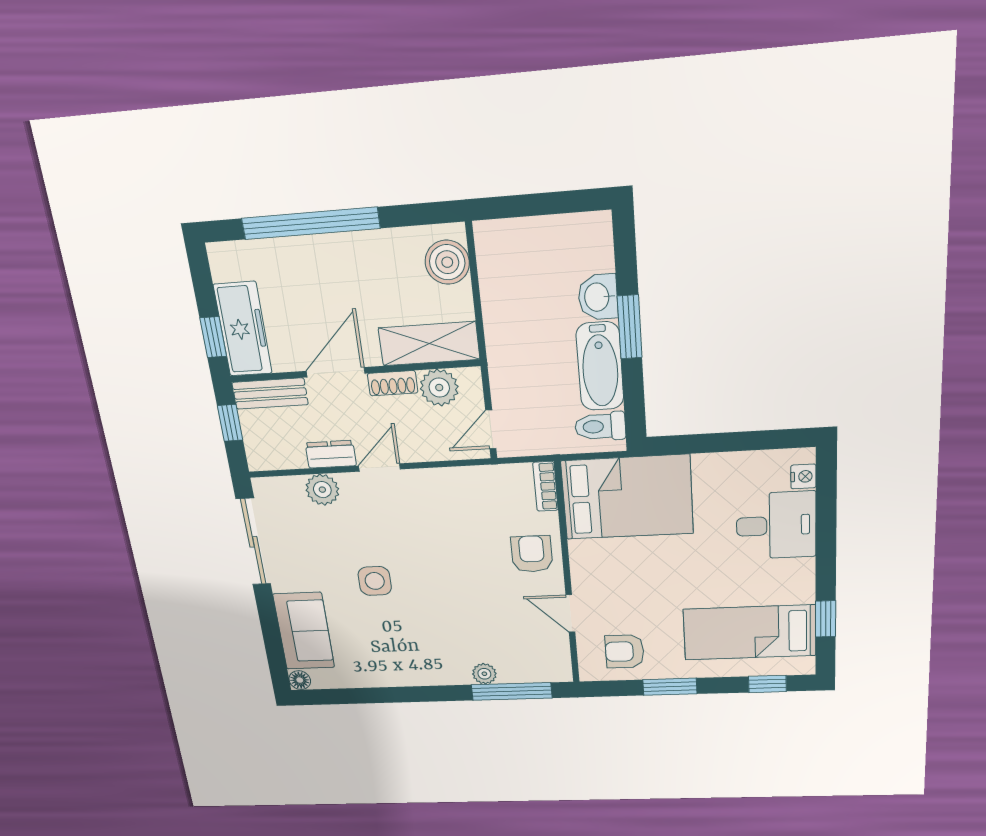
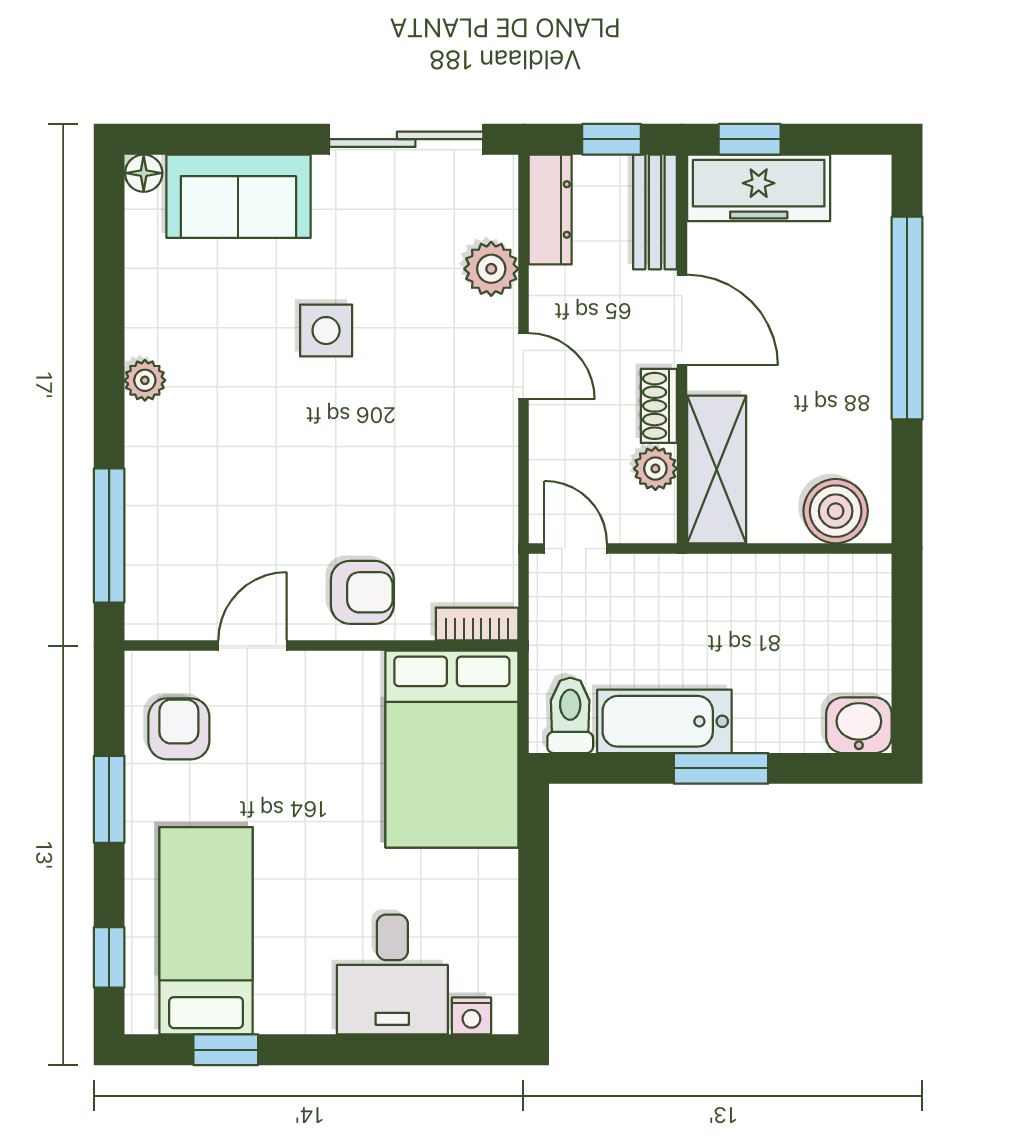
washbasin: (598, 297) -> (859, 725), moved
plant: (439, 388) -> (655, 469), width x0.73, depth x0.73
dresser: (331, 454) -> (550, 209), moved, width x1.44
plant: (484, 674) -> (145, 380), moved

